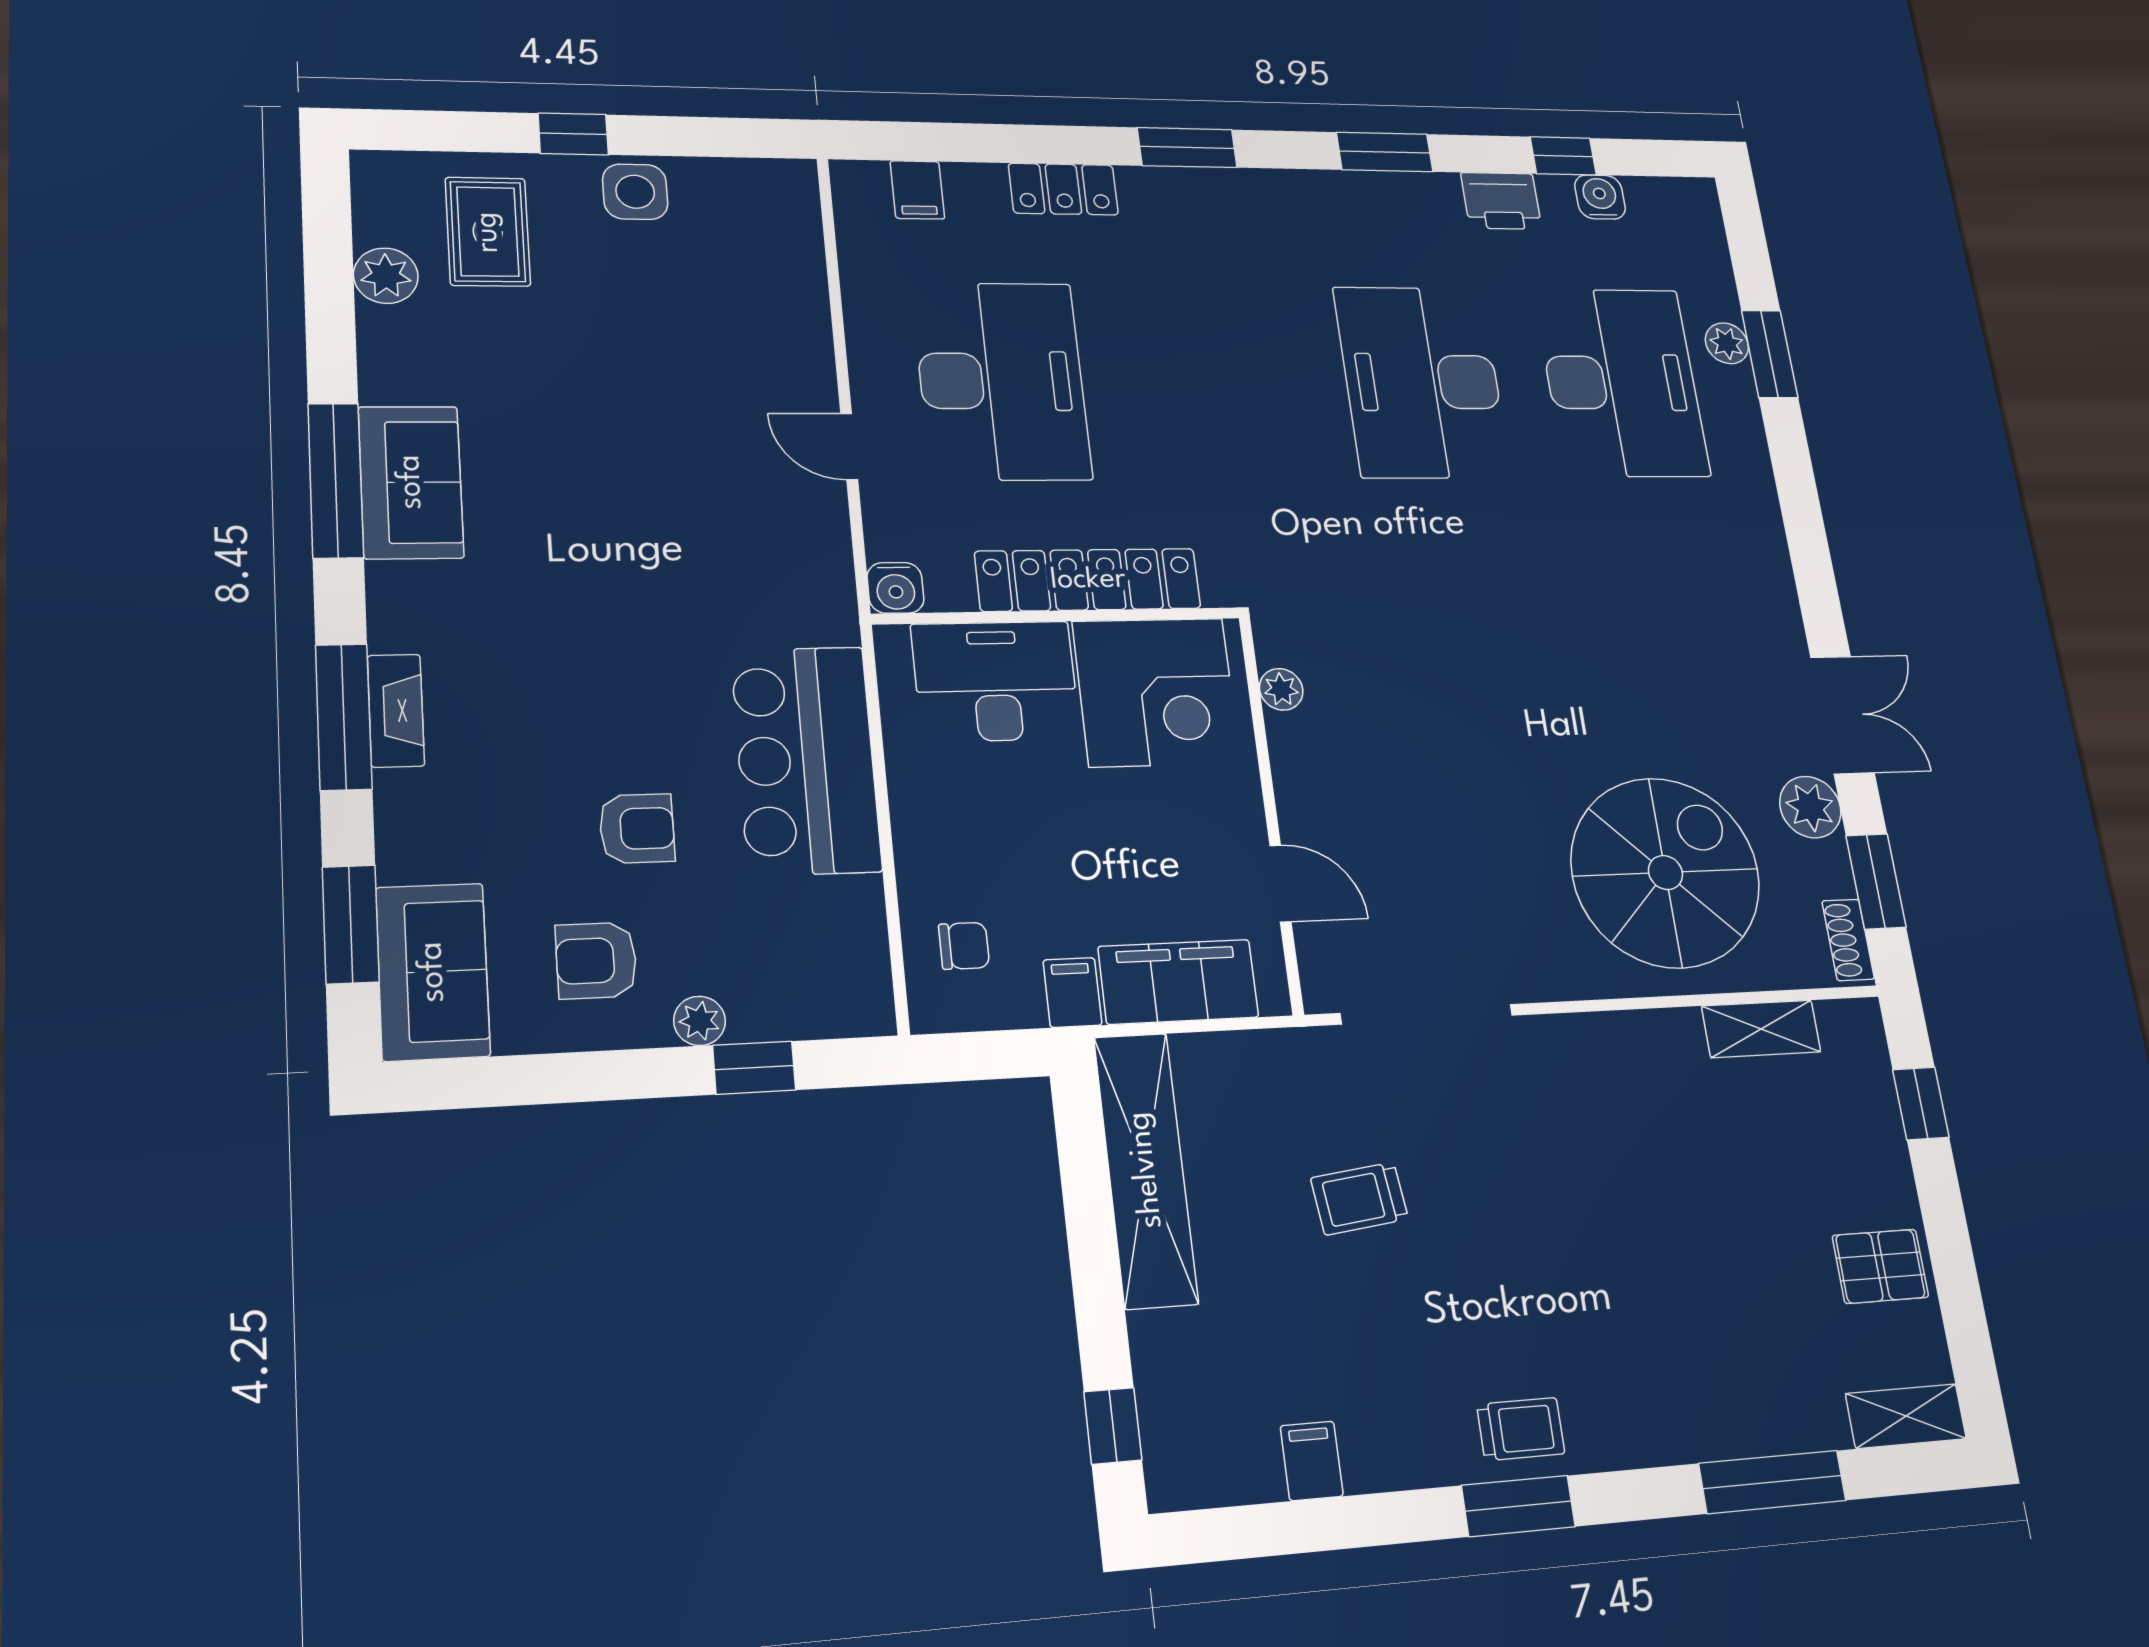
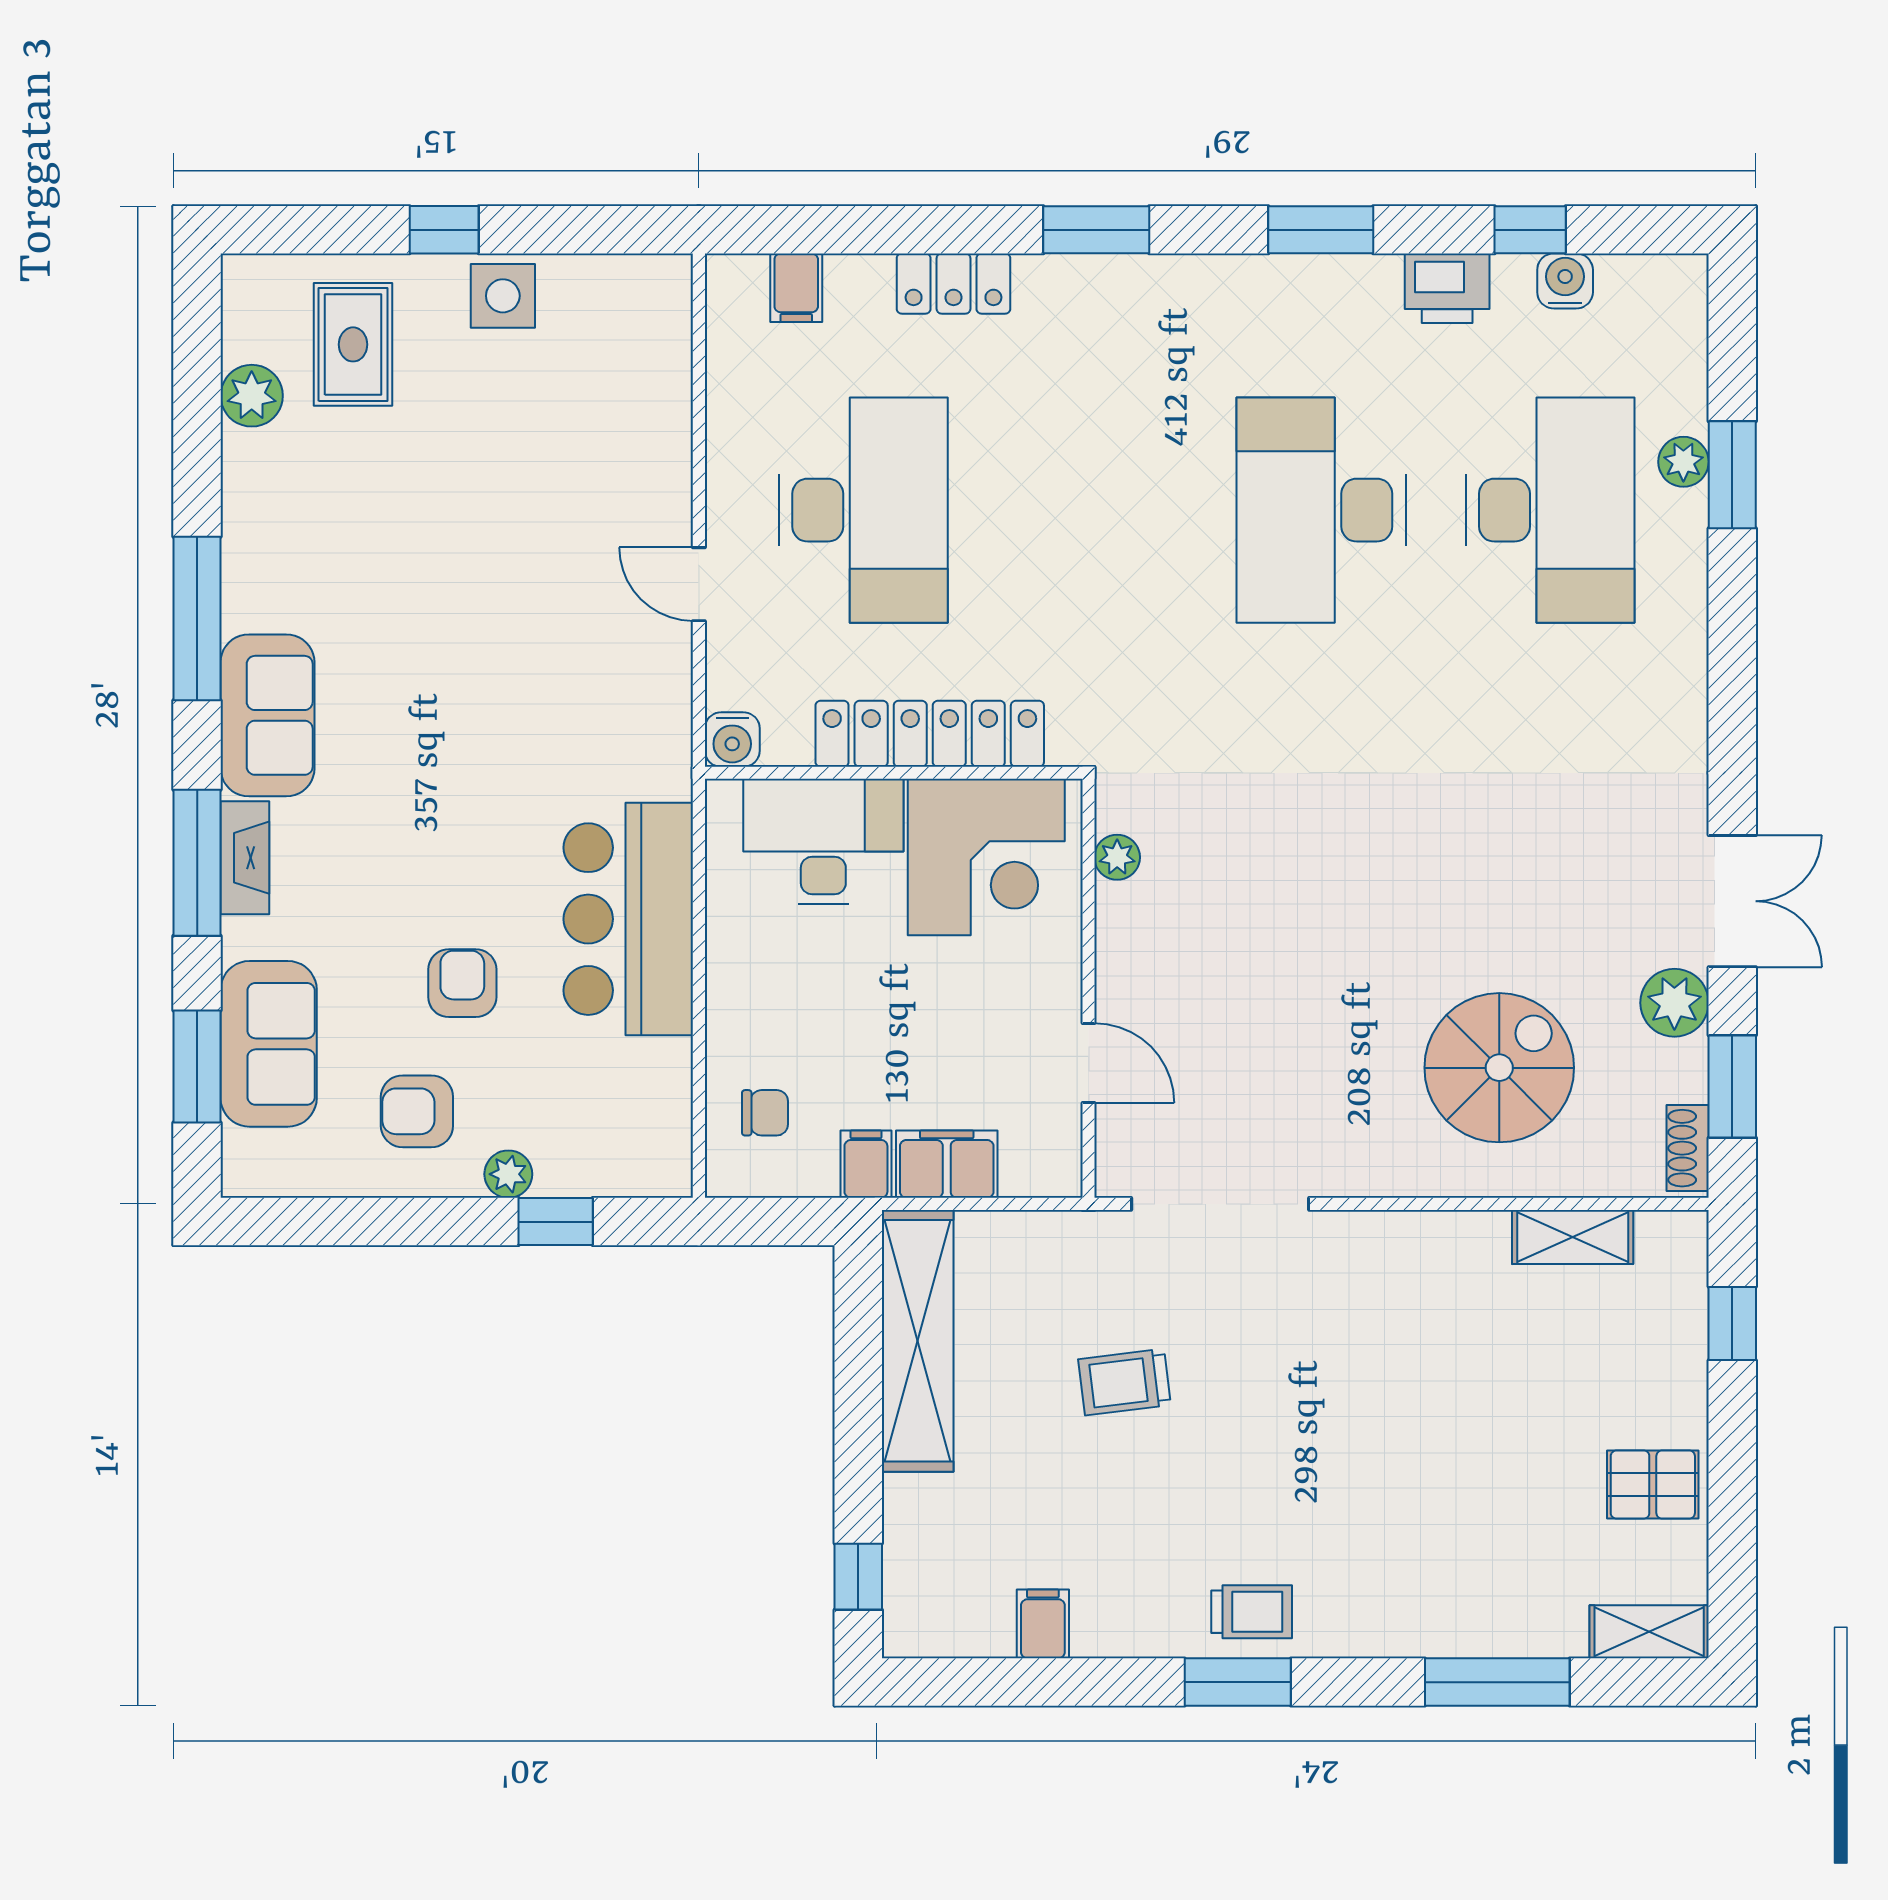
sofa: (411, 482) -> (268, 715), moved
armchair: (637, 829) -> (462, 983), turned -90
spiral stairs: (1665, 873) -> (1499, 1068), width x0.73, depth x0.73
sofa: (433, 972) -> (269, 1044), moved
filing cabinet: (1178, 982) -> (947, 1164), width x0.67, depth x0.86

